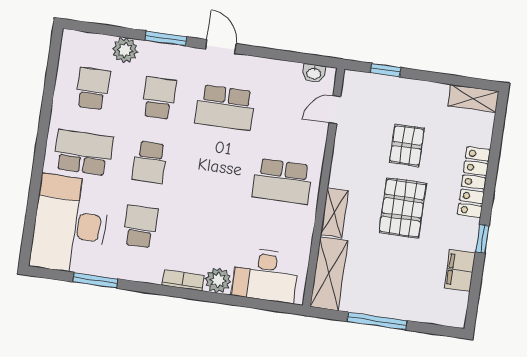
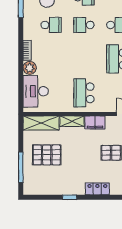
locker: (474, 182) -> (97, 189), width x0.66
pallet: (403, 208) -> (47, 155), moved
filing cabinet: (460, 270) -> (95, 122), moved, turned 180
window: (377, 321) -> (21, 167), moved

